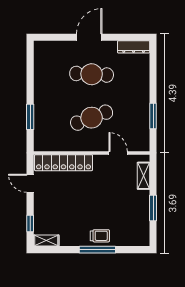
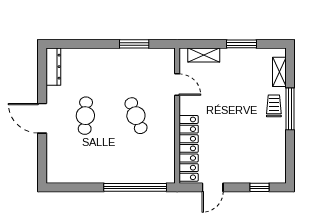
cafe table: (92, 74) -> (85, 116), width x0.73, depth x0.74
window: (30, 117) -> (135, 187), width x2.11
cafe table: (92, 118) -> (136, 116), width x0.73, depth x0.74
door: (118, 153) -> (177, 85), swing flipped
shelving: (46, 241) -> (279, 72), moved

